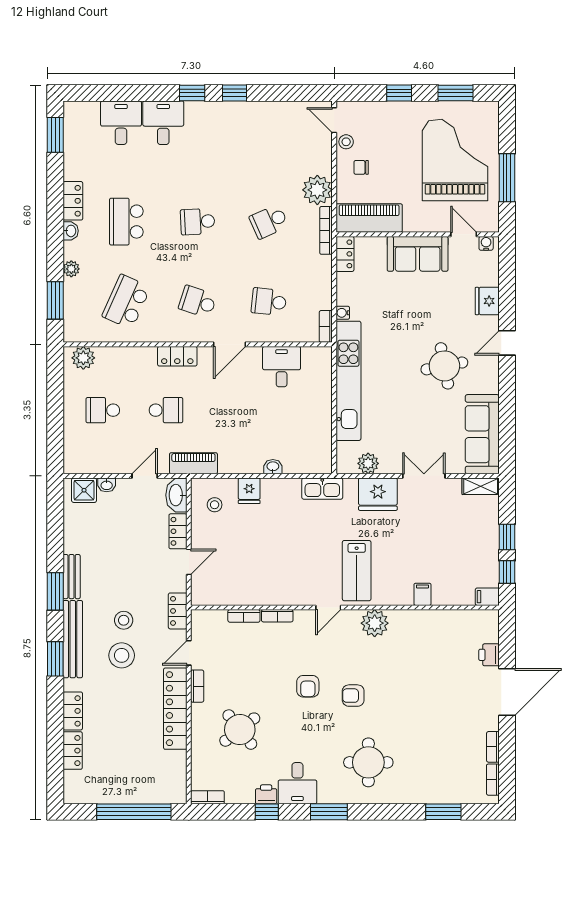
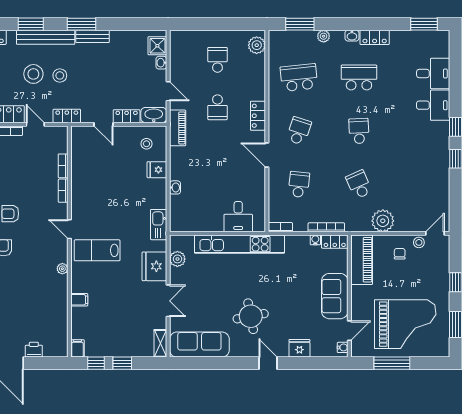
bookcase: (326, 230) -> (326, 227), moved
school desk: (126, 302) -> (299, 77), turned -30
water cooler: (343, 313) -> (315, 240), moved
desk: (282, 367) -> (238, 217), moved, turned 90
plant: (375, 623) -> (62, 269), width x0.53, depth x0.53

